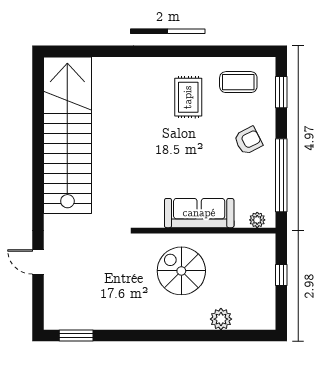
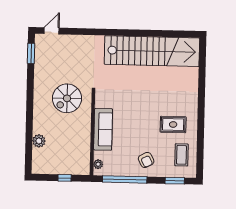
door: (38, 262) -> (52, 31), moved
spiral stairs: (181, 271) -> (67, 98), moved, turned 180

